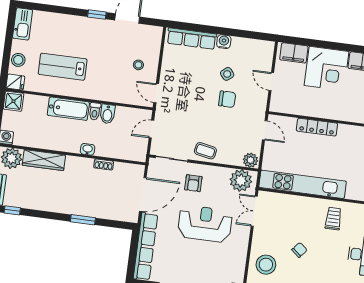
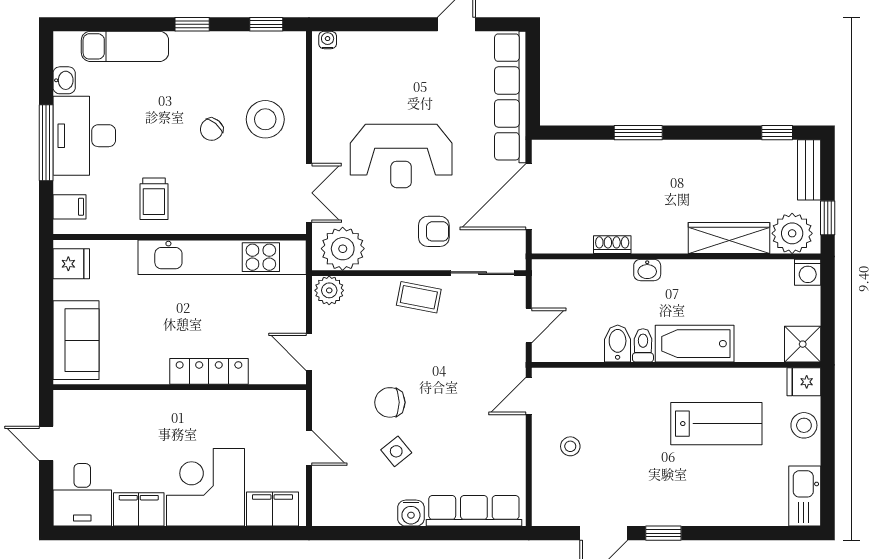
door: (156, 93) -> (529, 396), swing flipped
armchair: (193, 183) -> (434, 231), turned 90
stool: (266, 265) -> (265, 119), moved

